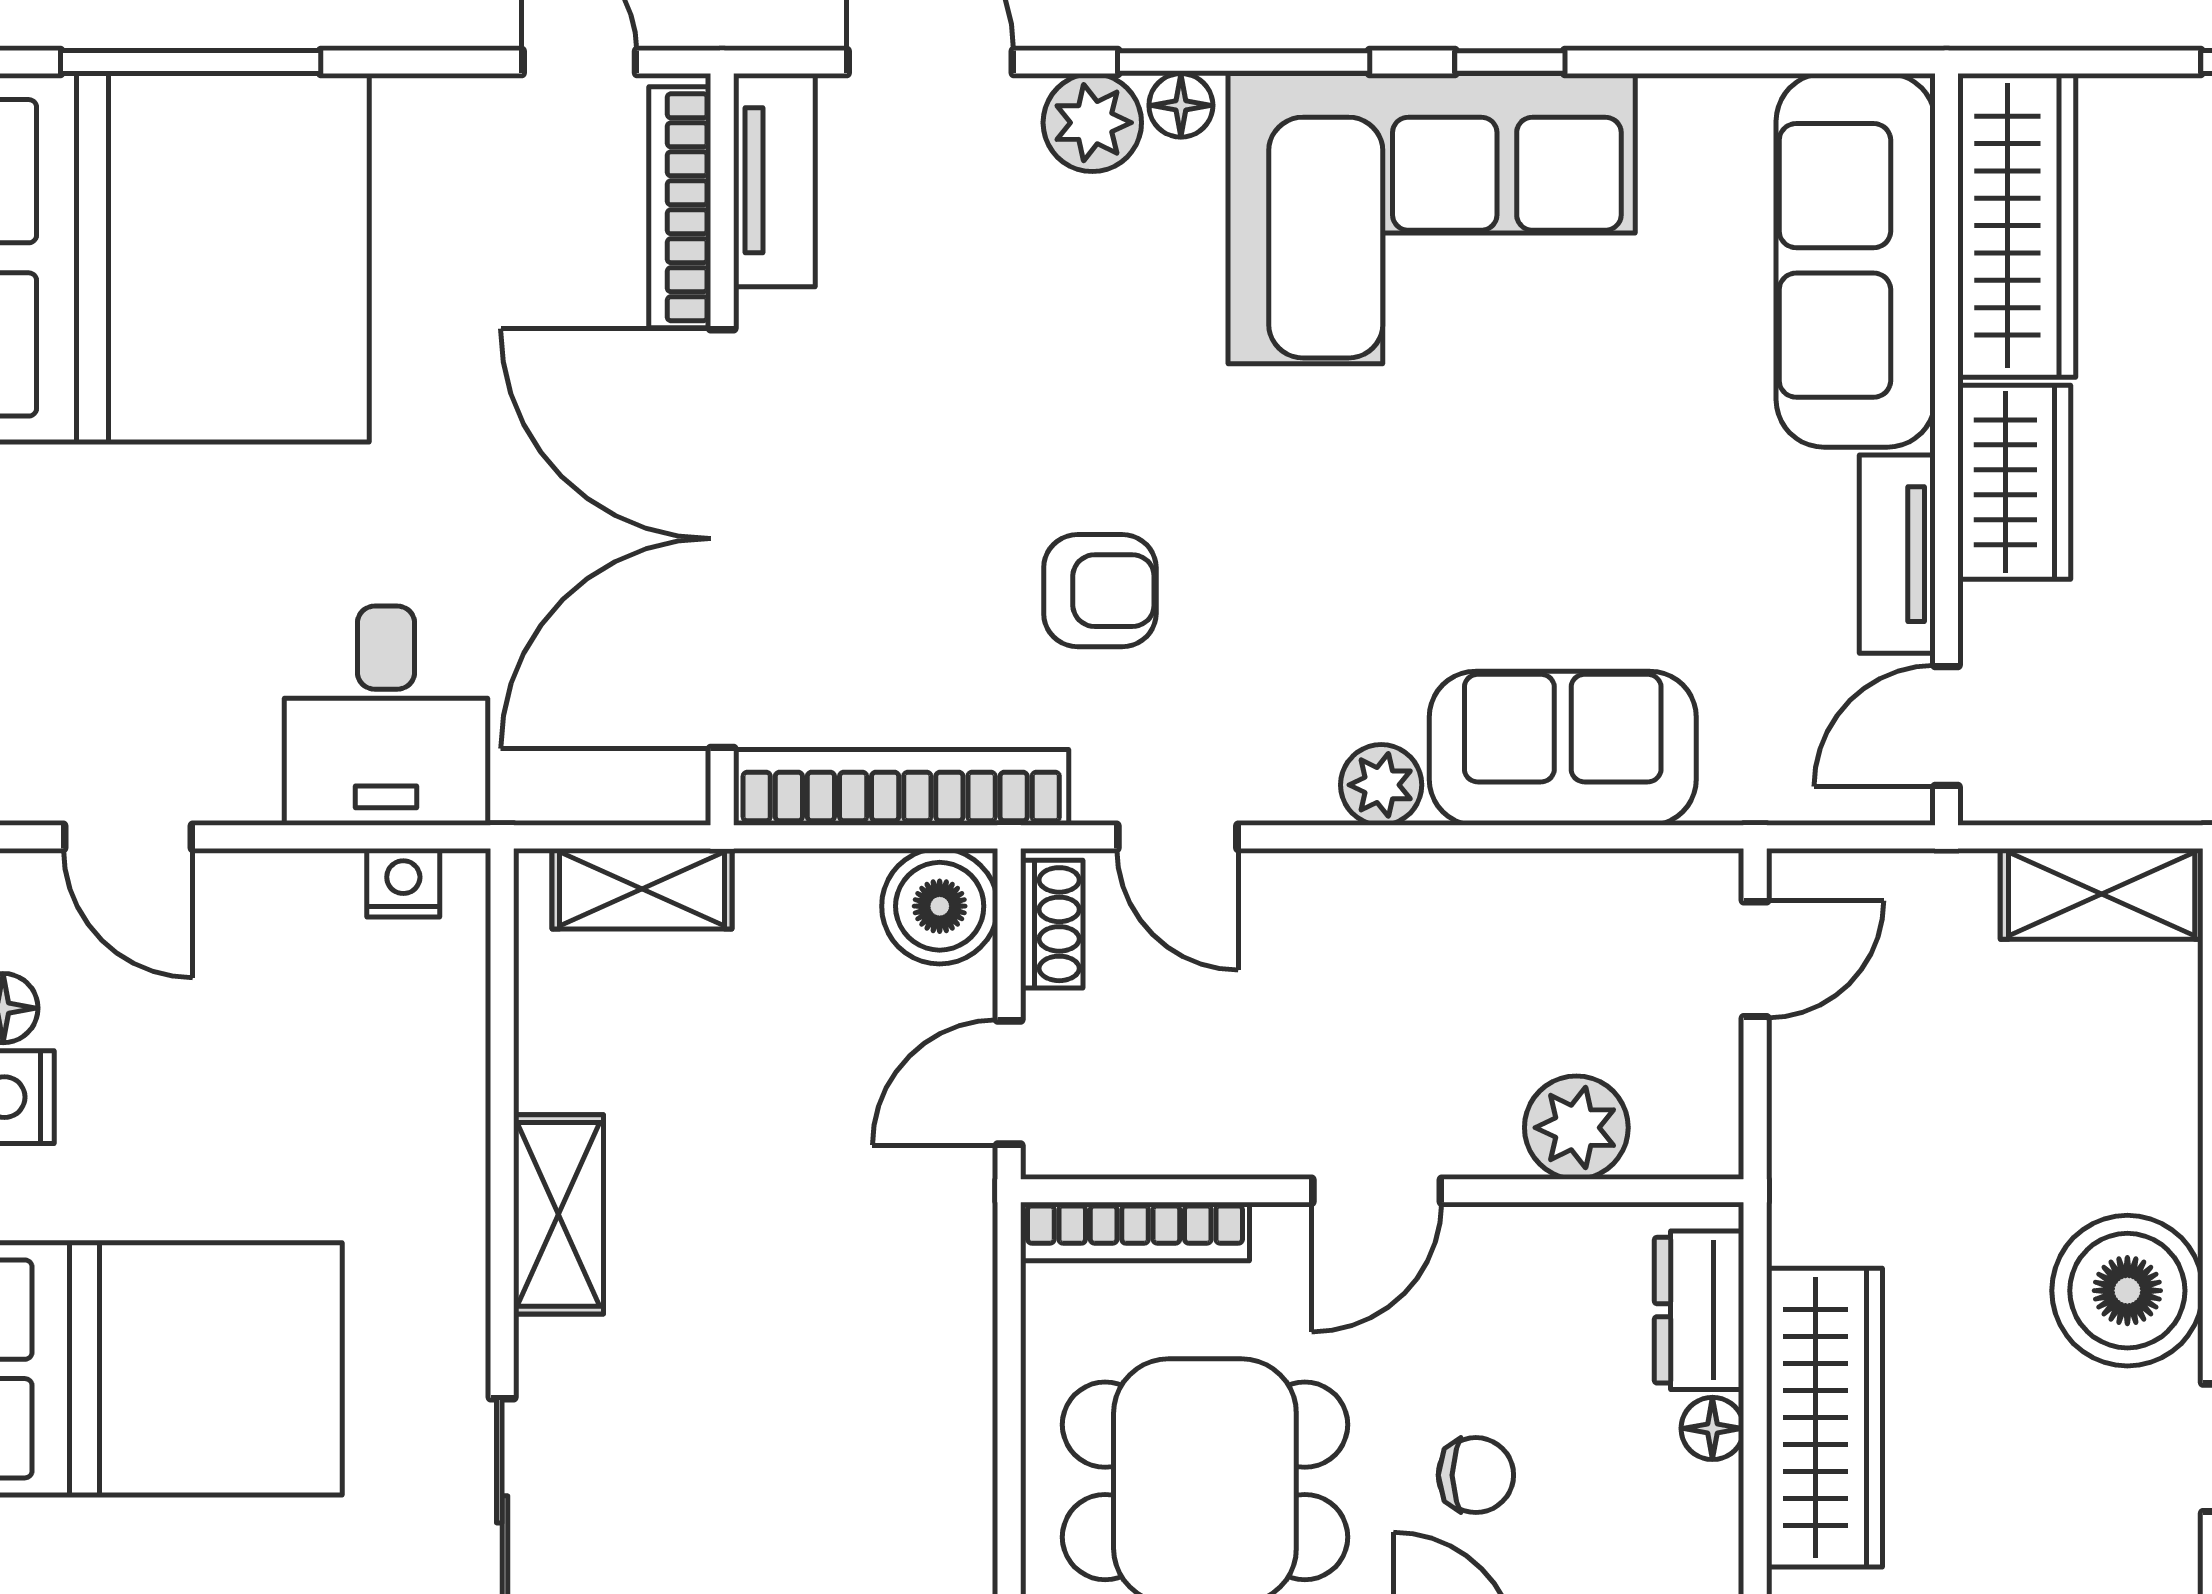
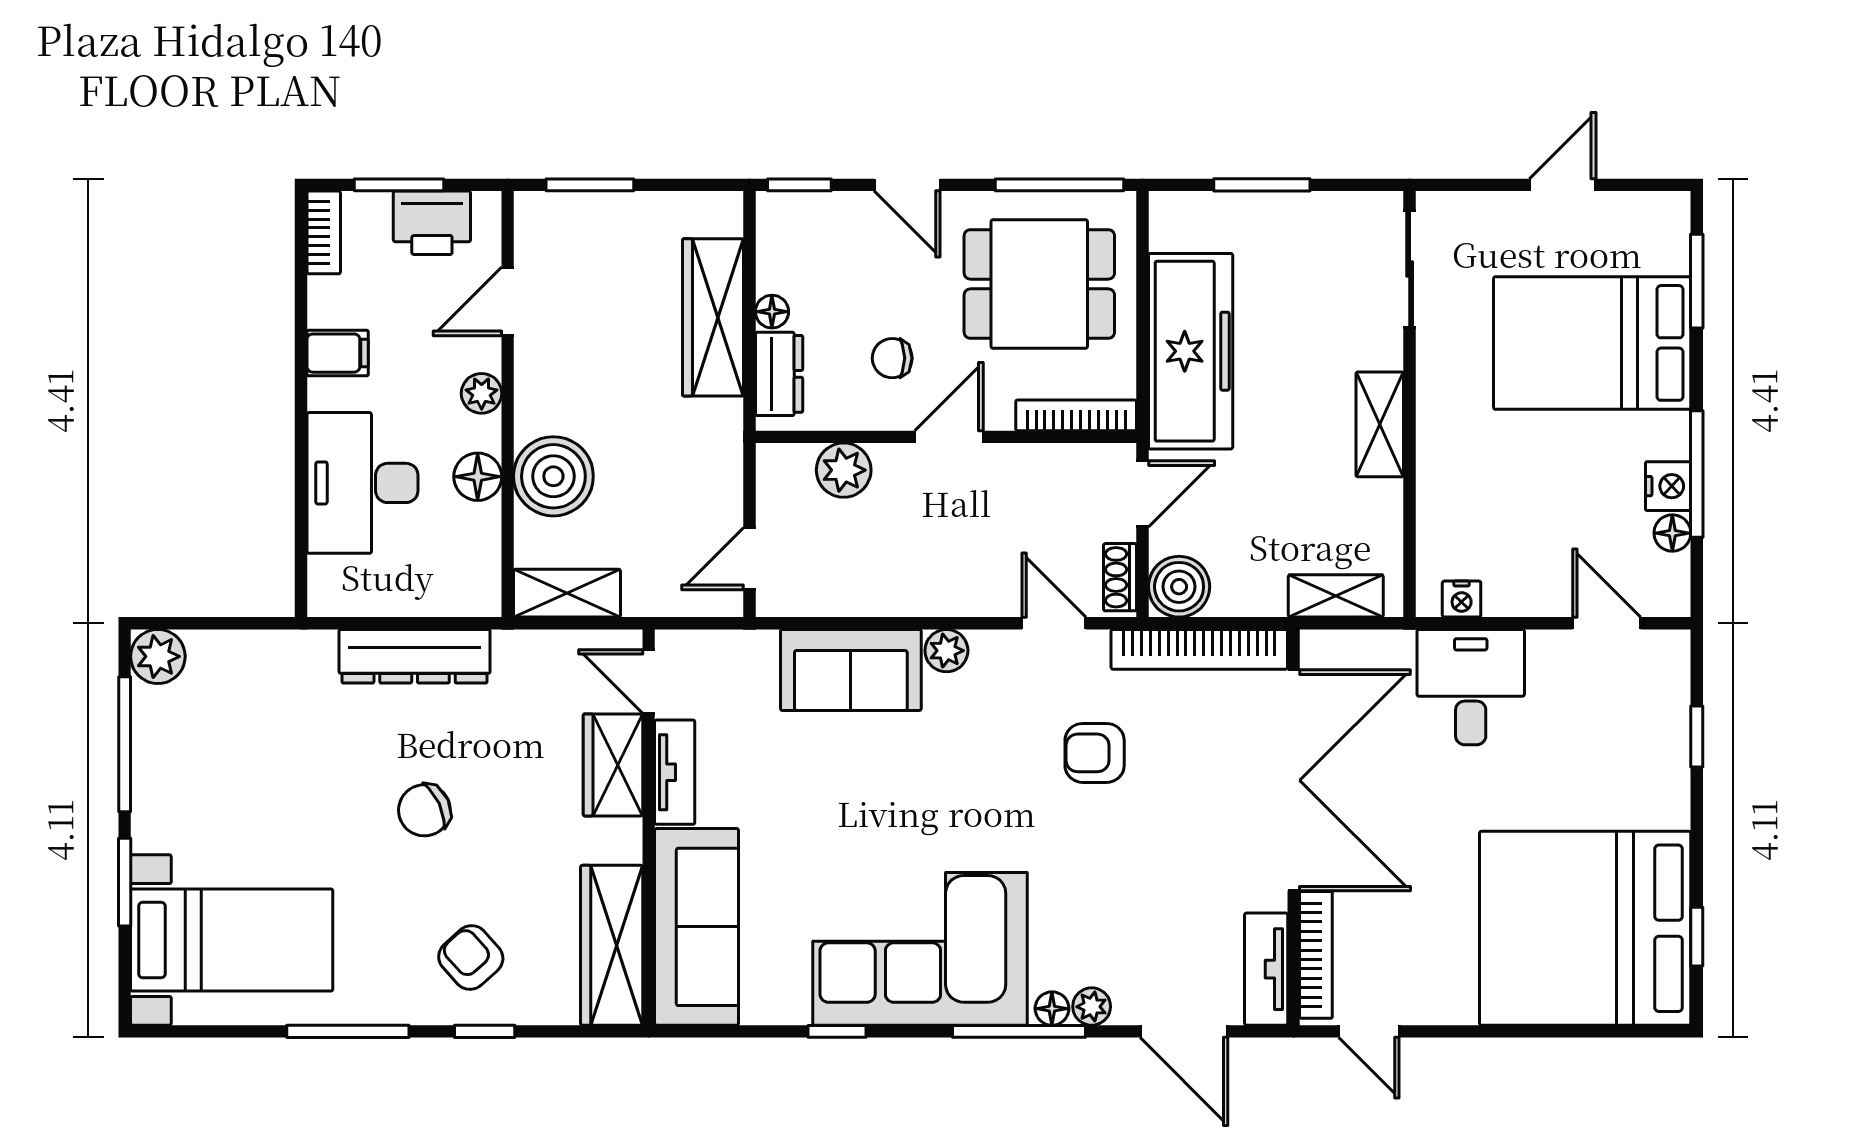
window: (191, 62) -> (1574, 1031), removed
window: (1510, 62) -> (837, 1031), moved
plant: (1092, 123) -> (1092, 1007), width x0.73, depth x0.73
wardrobe: (2014, 482) -> (613, 765), moved
door: (1947, 726) -> (649, 682), swing flipped
boiler: (2127, 1291) -> (553, 476), moved
freezer: (918, 1353) -> (1191, 351), added
chair: (1476, 1475) -> (892, 358), moved

